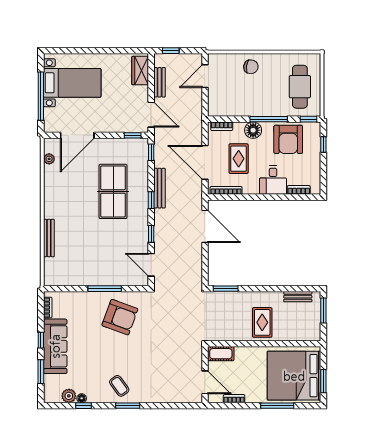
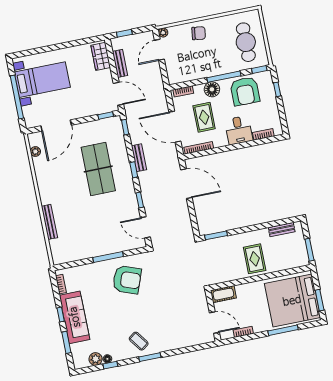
plant: (213, 58) -> (163, 33), added
bench: (159, 188) -> (139, 158), width x0.73
window: (323, 311) -> (309, 250), moved

